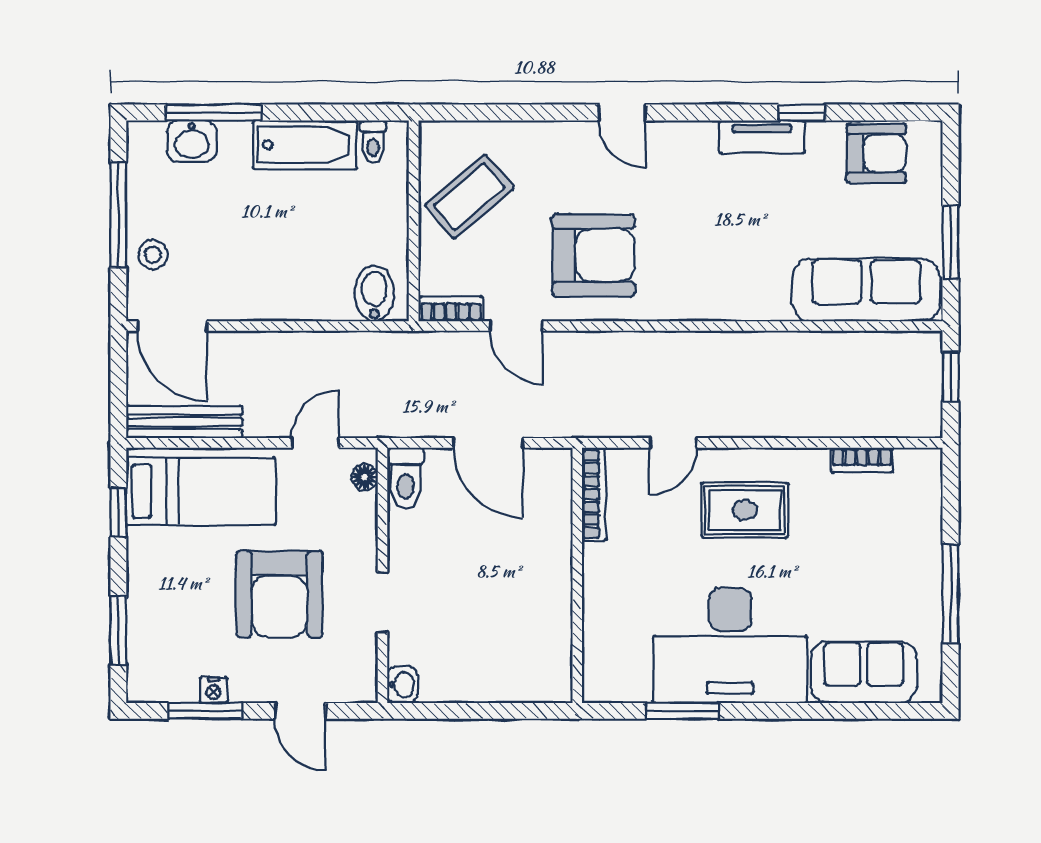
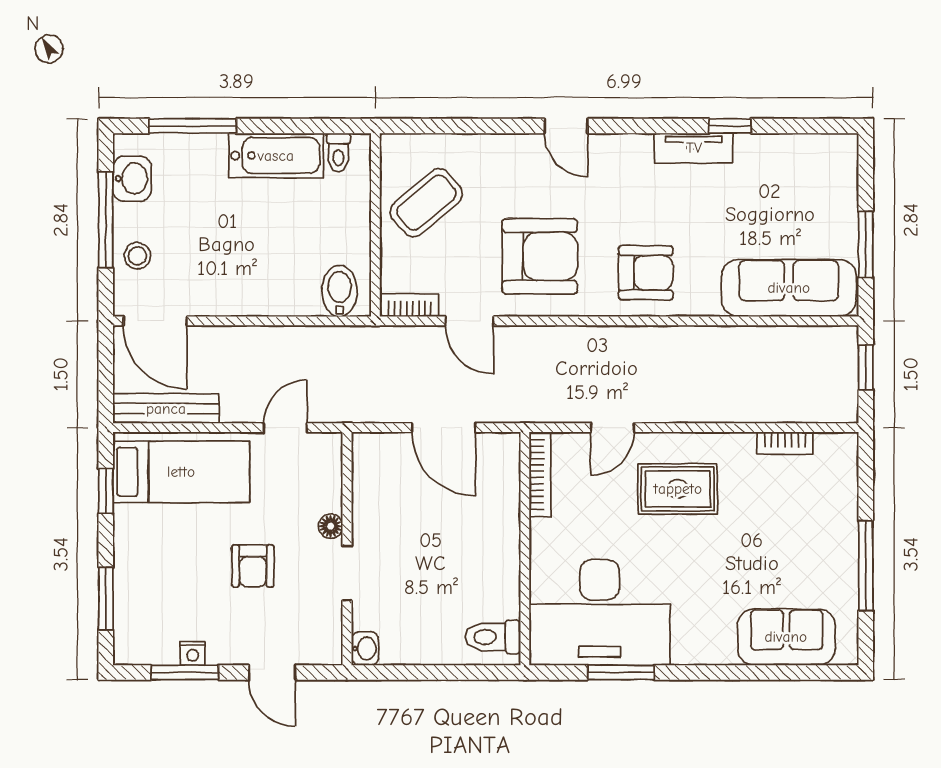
washbasin: (192, 141) -> (132, 179), moved, turned -90
armchair: (876, 153) -> (646, 273), moved
floor lamp: (364, 477) -> (331, 526), moved
toilet: (406, 478) -> (493, 637), moved, turned 90
armchair: (279, 594) -> (253, 566), width x0.53, depth x0.53
desk: (730, 645) -> (600, 613), moved

